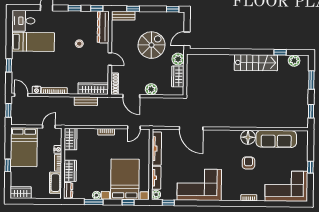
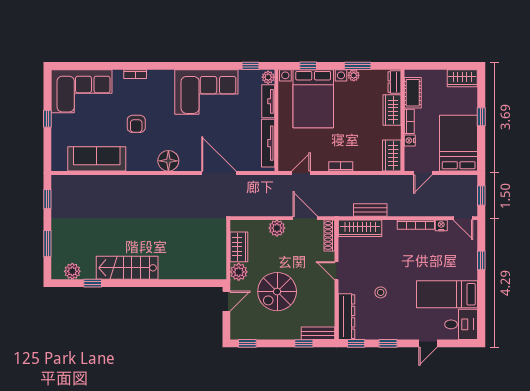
floor lamp: (248, 137) -> (168, 161), moved

